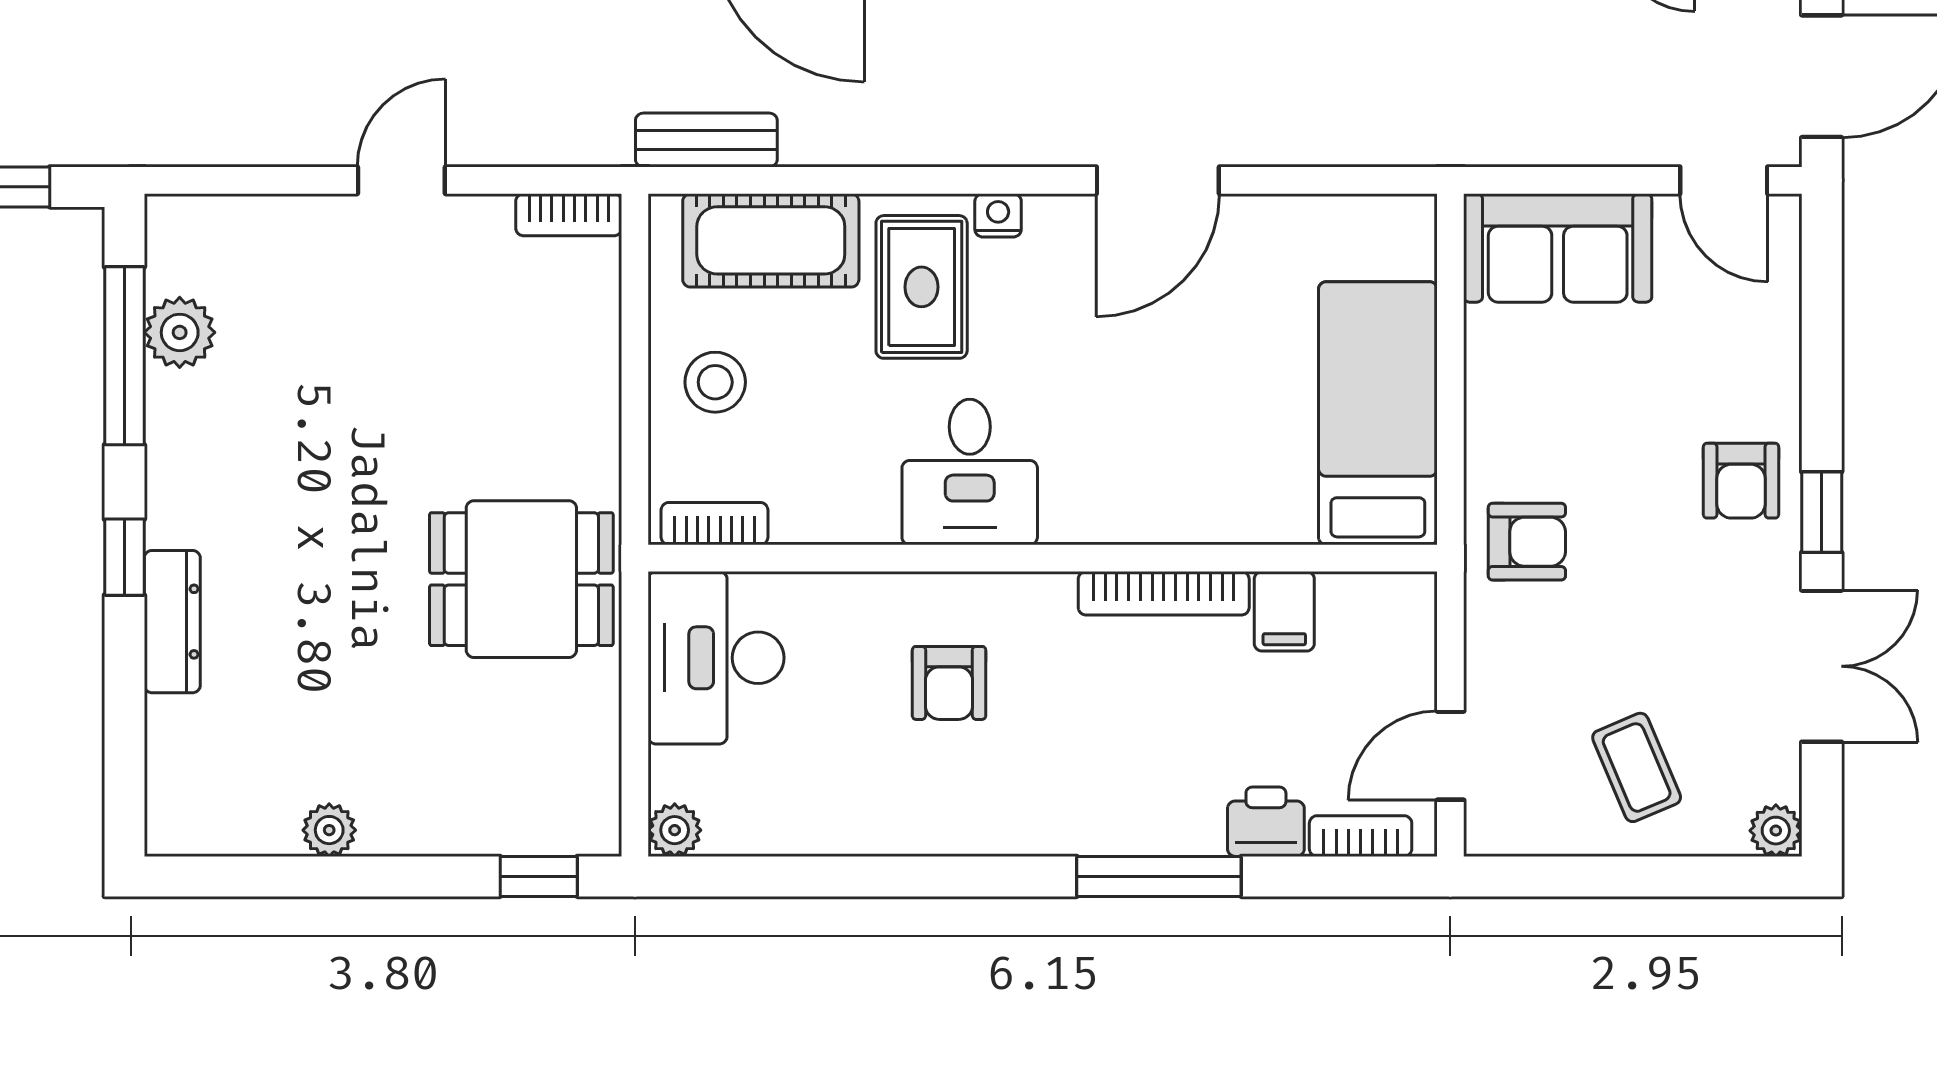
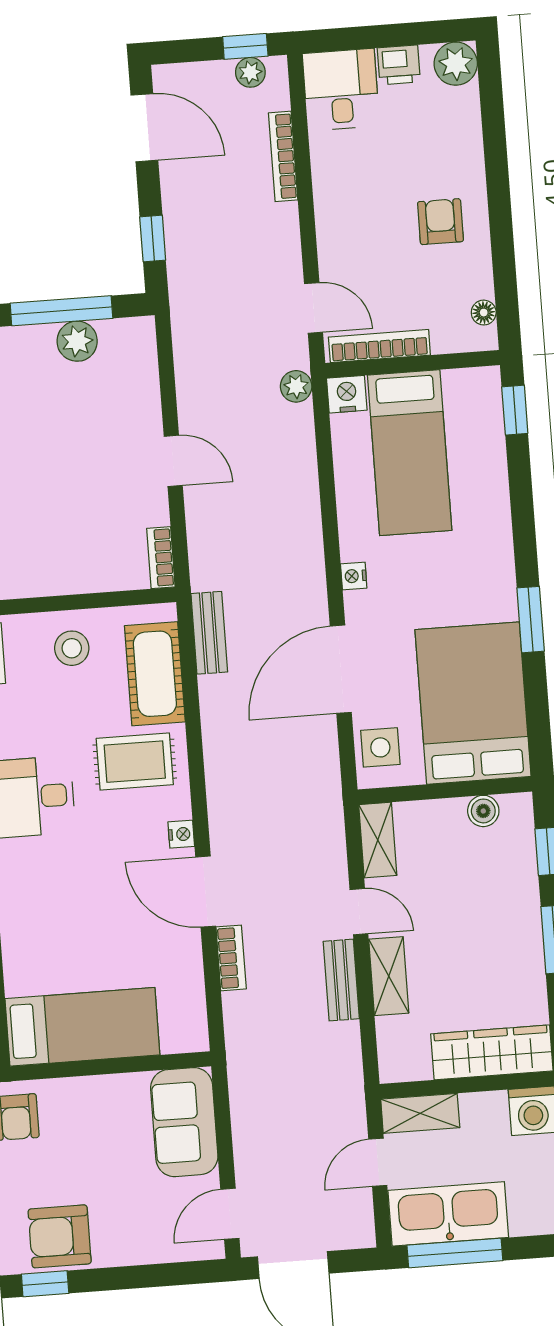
bookcase: (1277, 145) -> (231, 958), added
nightstand: (998, 215) -> (181, 834), moved
armchair: (1741, 481) -> (60, 1236), width x1.38, depth x1.38

